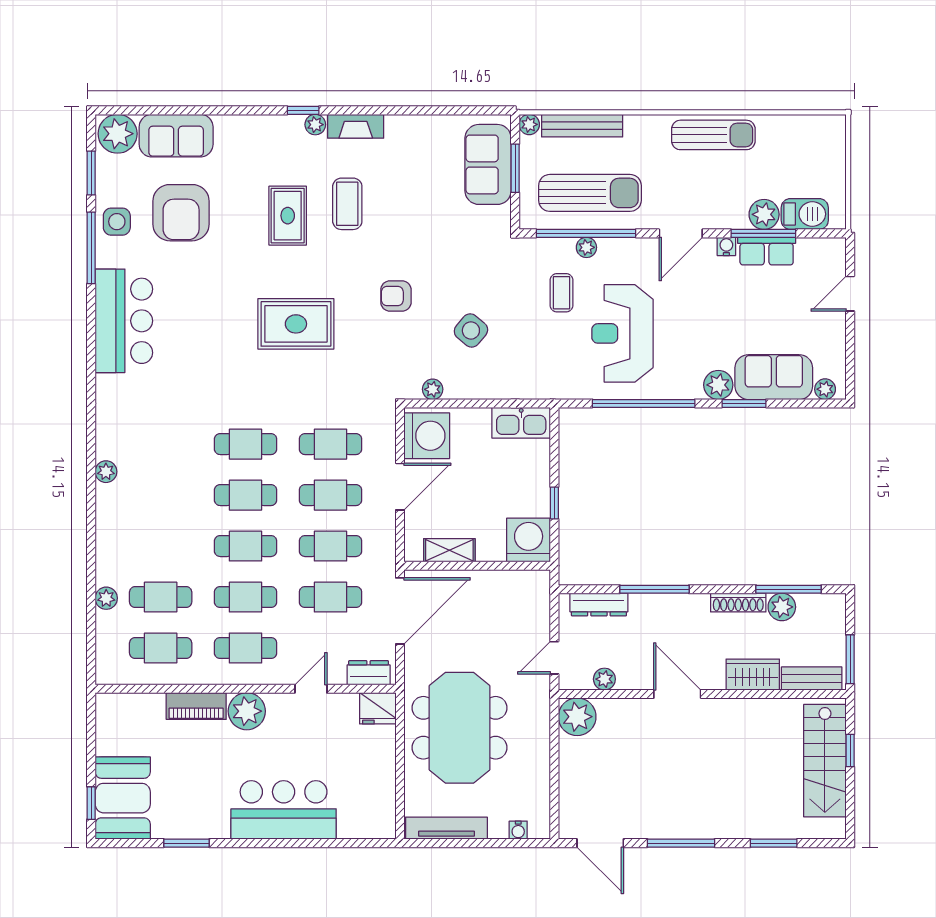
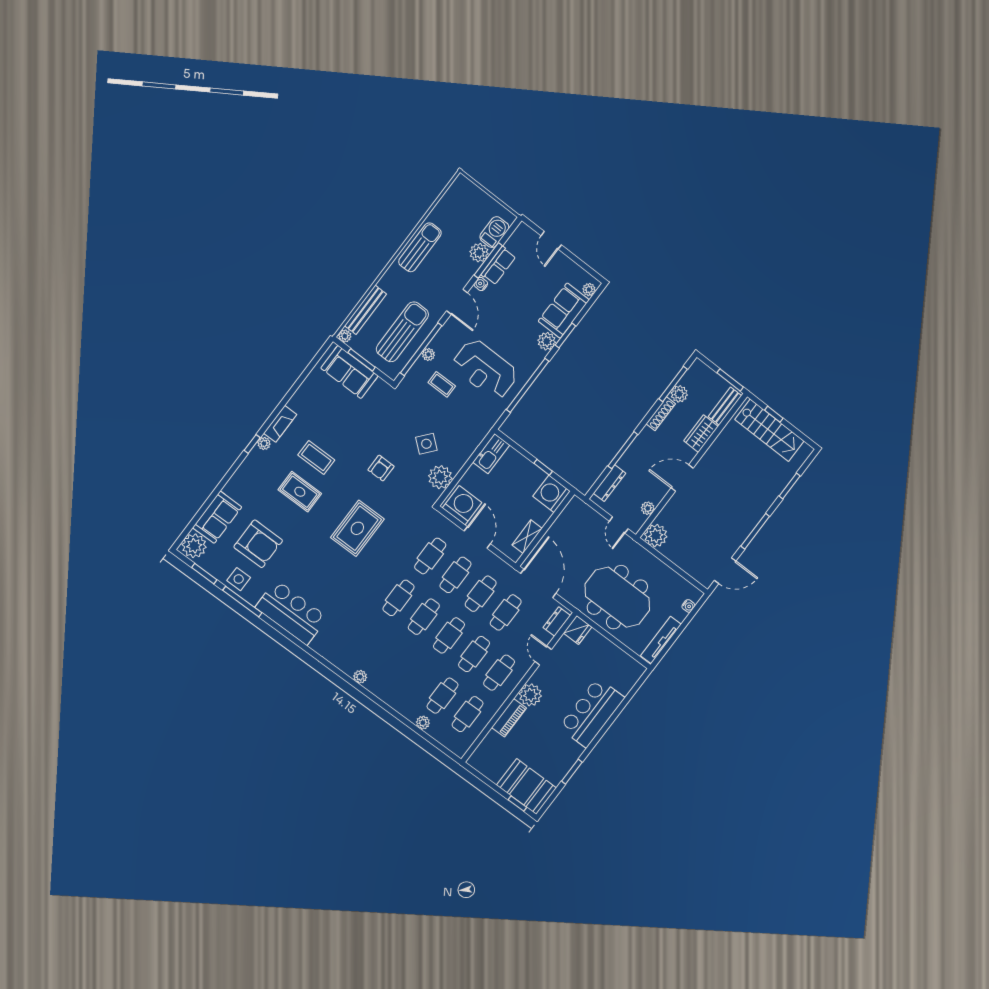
plant: (433, 389) -> (440, 477), width x1.87, depth x1.87

